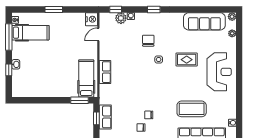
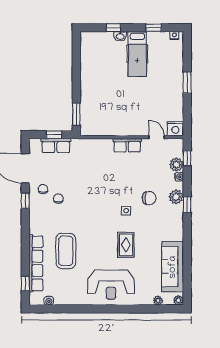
plant: (147, 19) -> (176, 197), added
hospital bed: (30, 33) -> (137, 54), moved
window: (9, 37) -> (154, 28), width x0.46
row of seats: (105, 72) -> (127, 145), moved
hospital bed: (86, 79) -> (103, 122), removed

